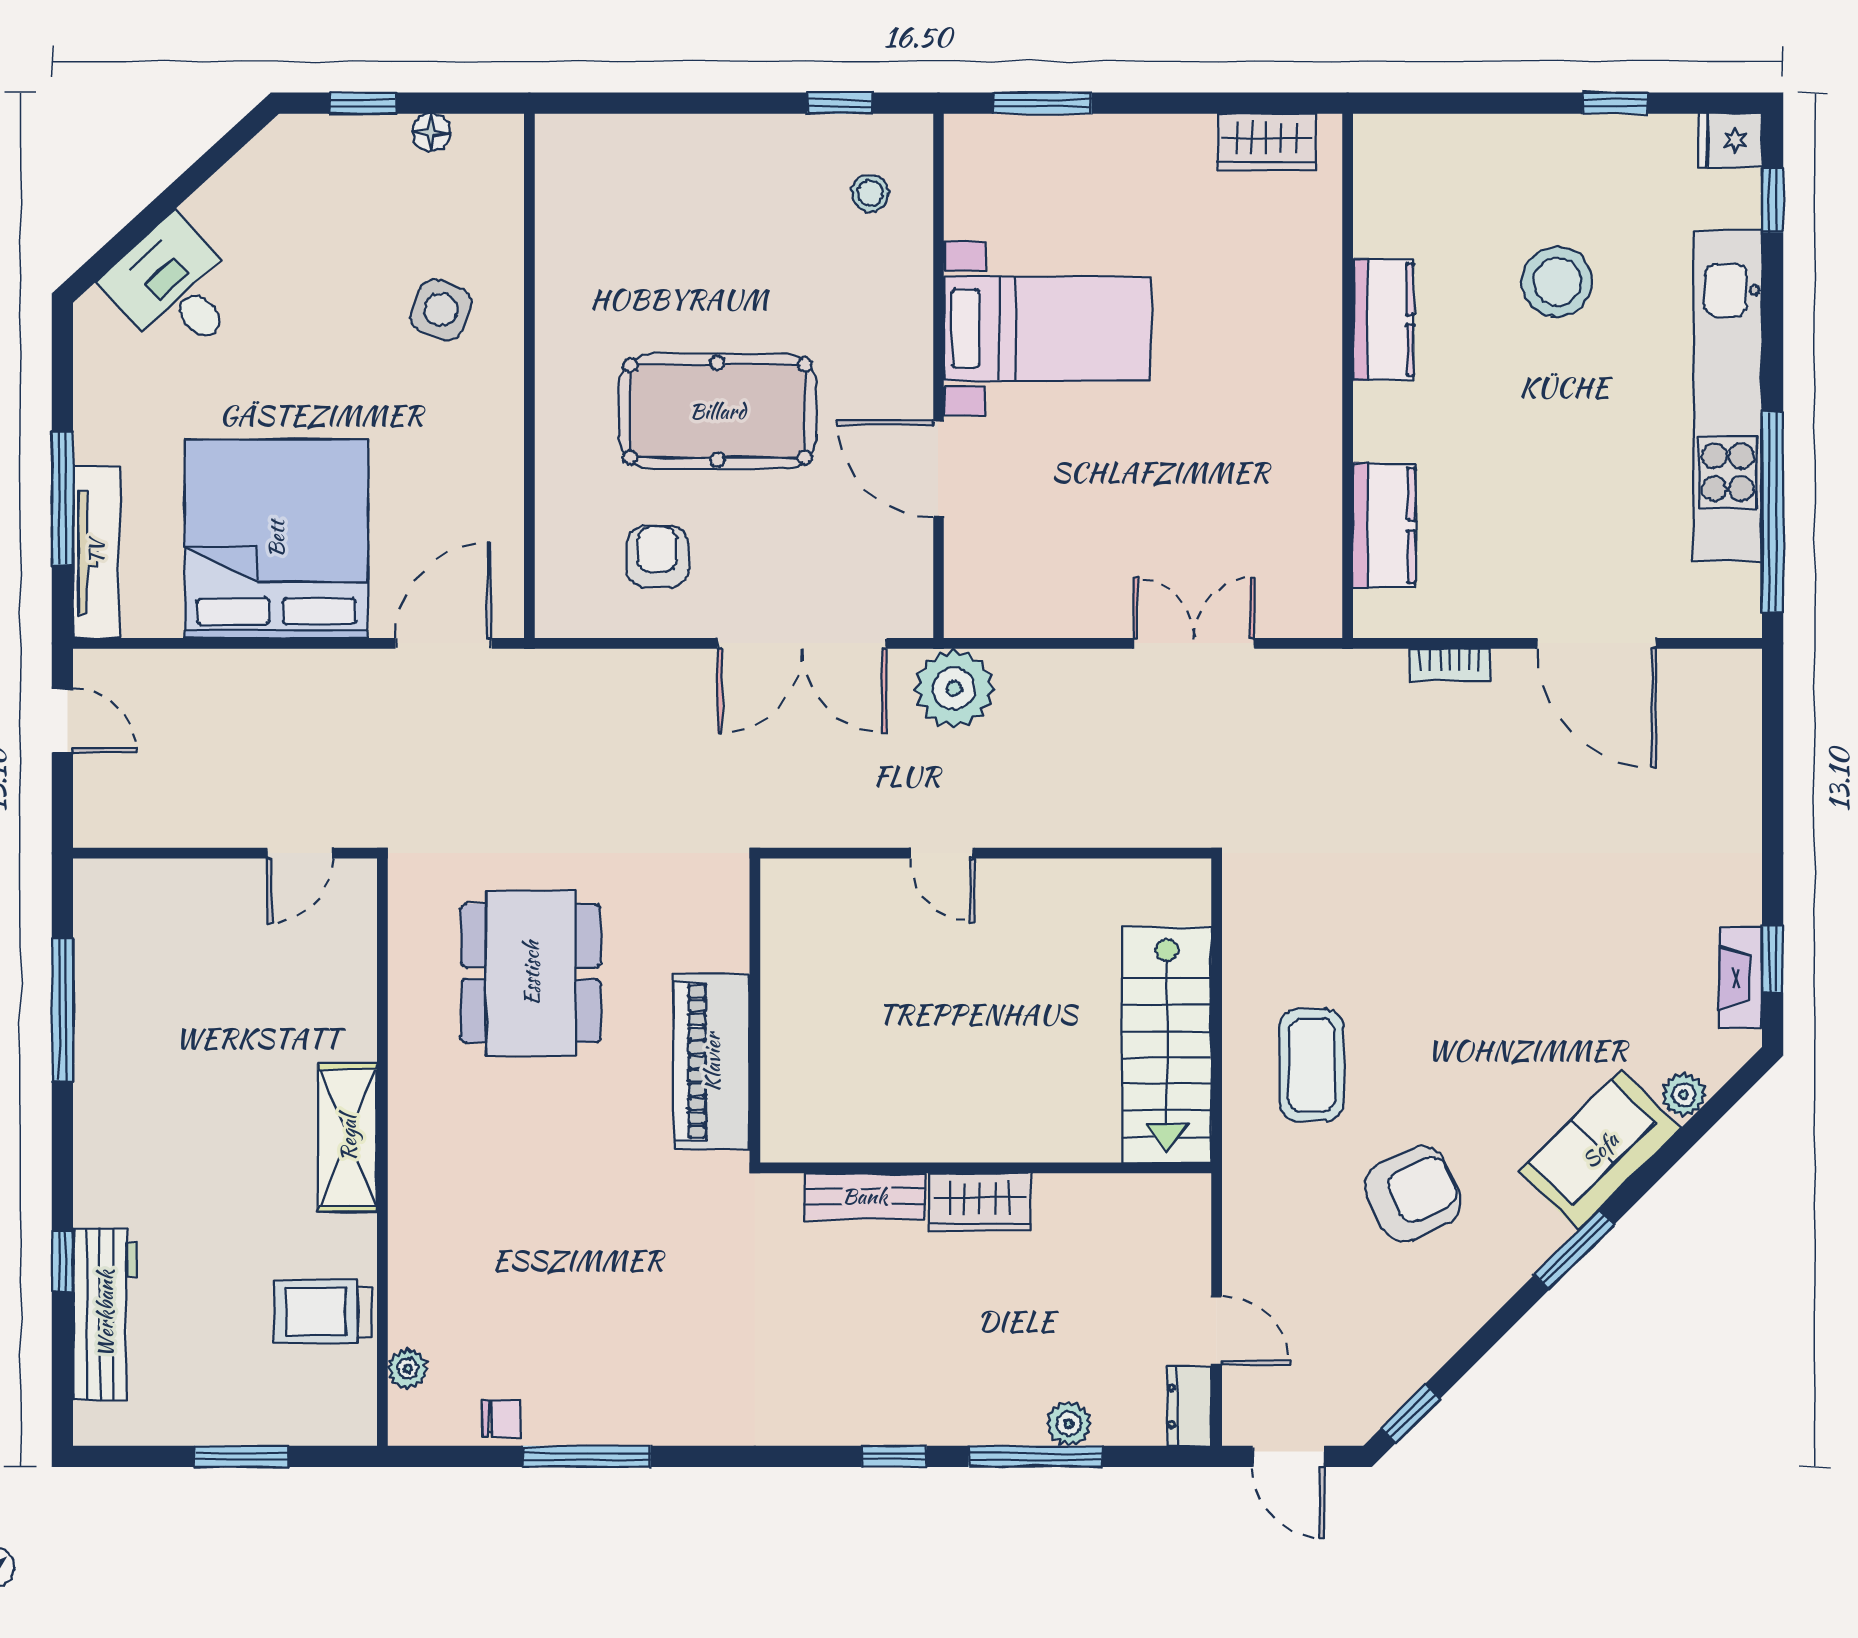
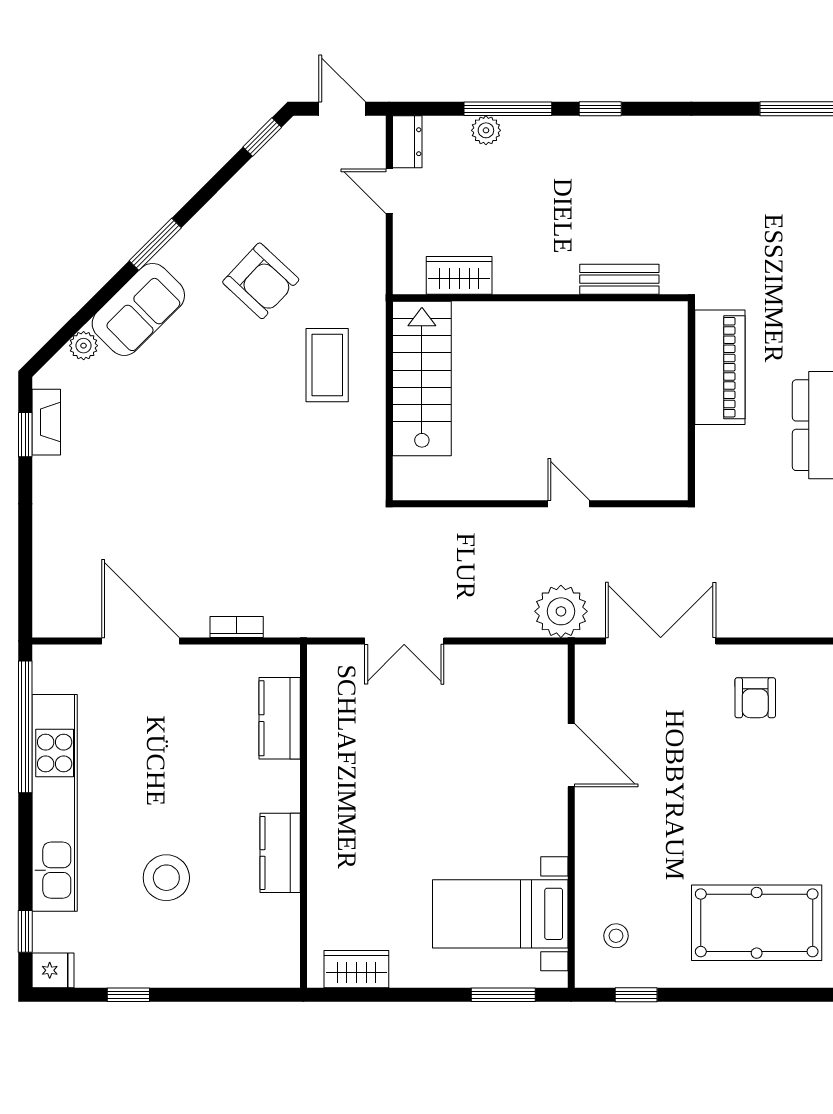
bed with nightstands: (1047, 329) -> (500, 914), moved
pool table: (718, 411) -> (757, 923), moved
armchair: (1413, 1194) -> (261, 281), turned -112
wardrobe: (980, 1202) -> (459, 275), moved

